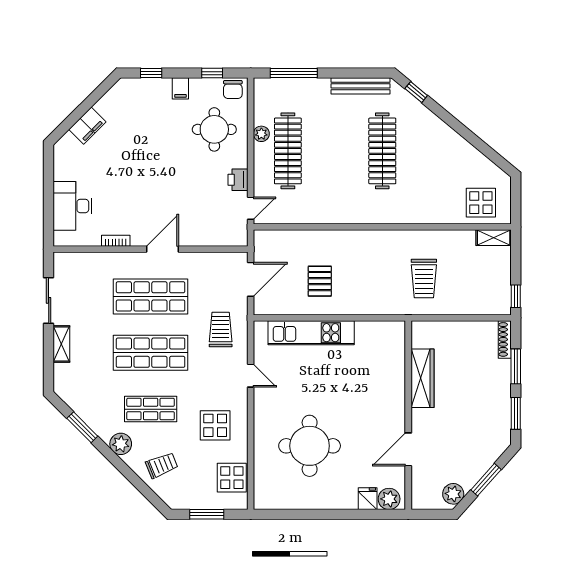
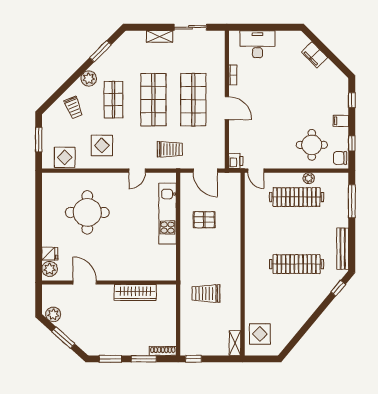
printer: (238, 180) -> (236, 161), moved, turned 90

